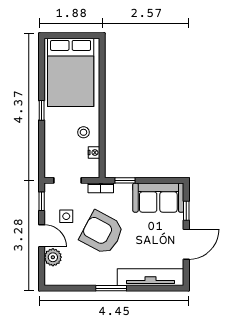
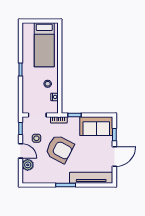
bed: (71, 72) -> (44, 45), width x0.67
armchair: (102, 233) -> (60, 149), turned 180

